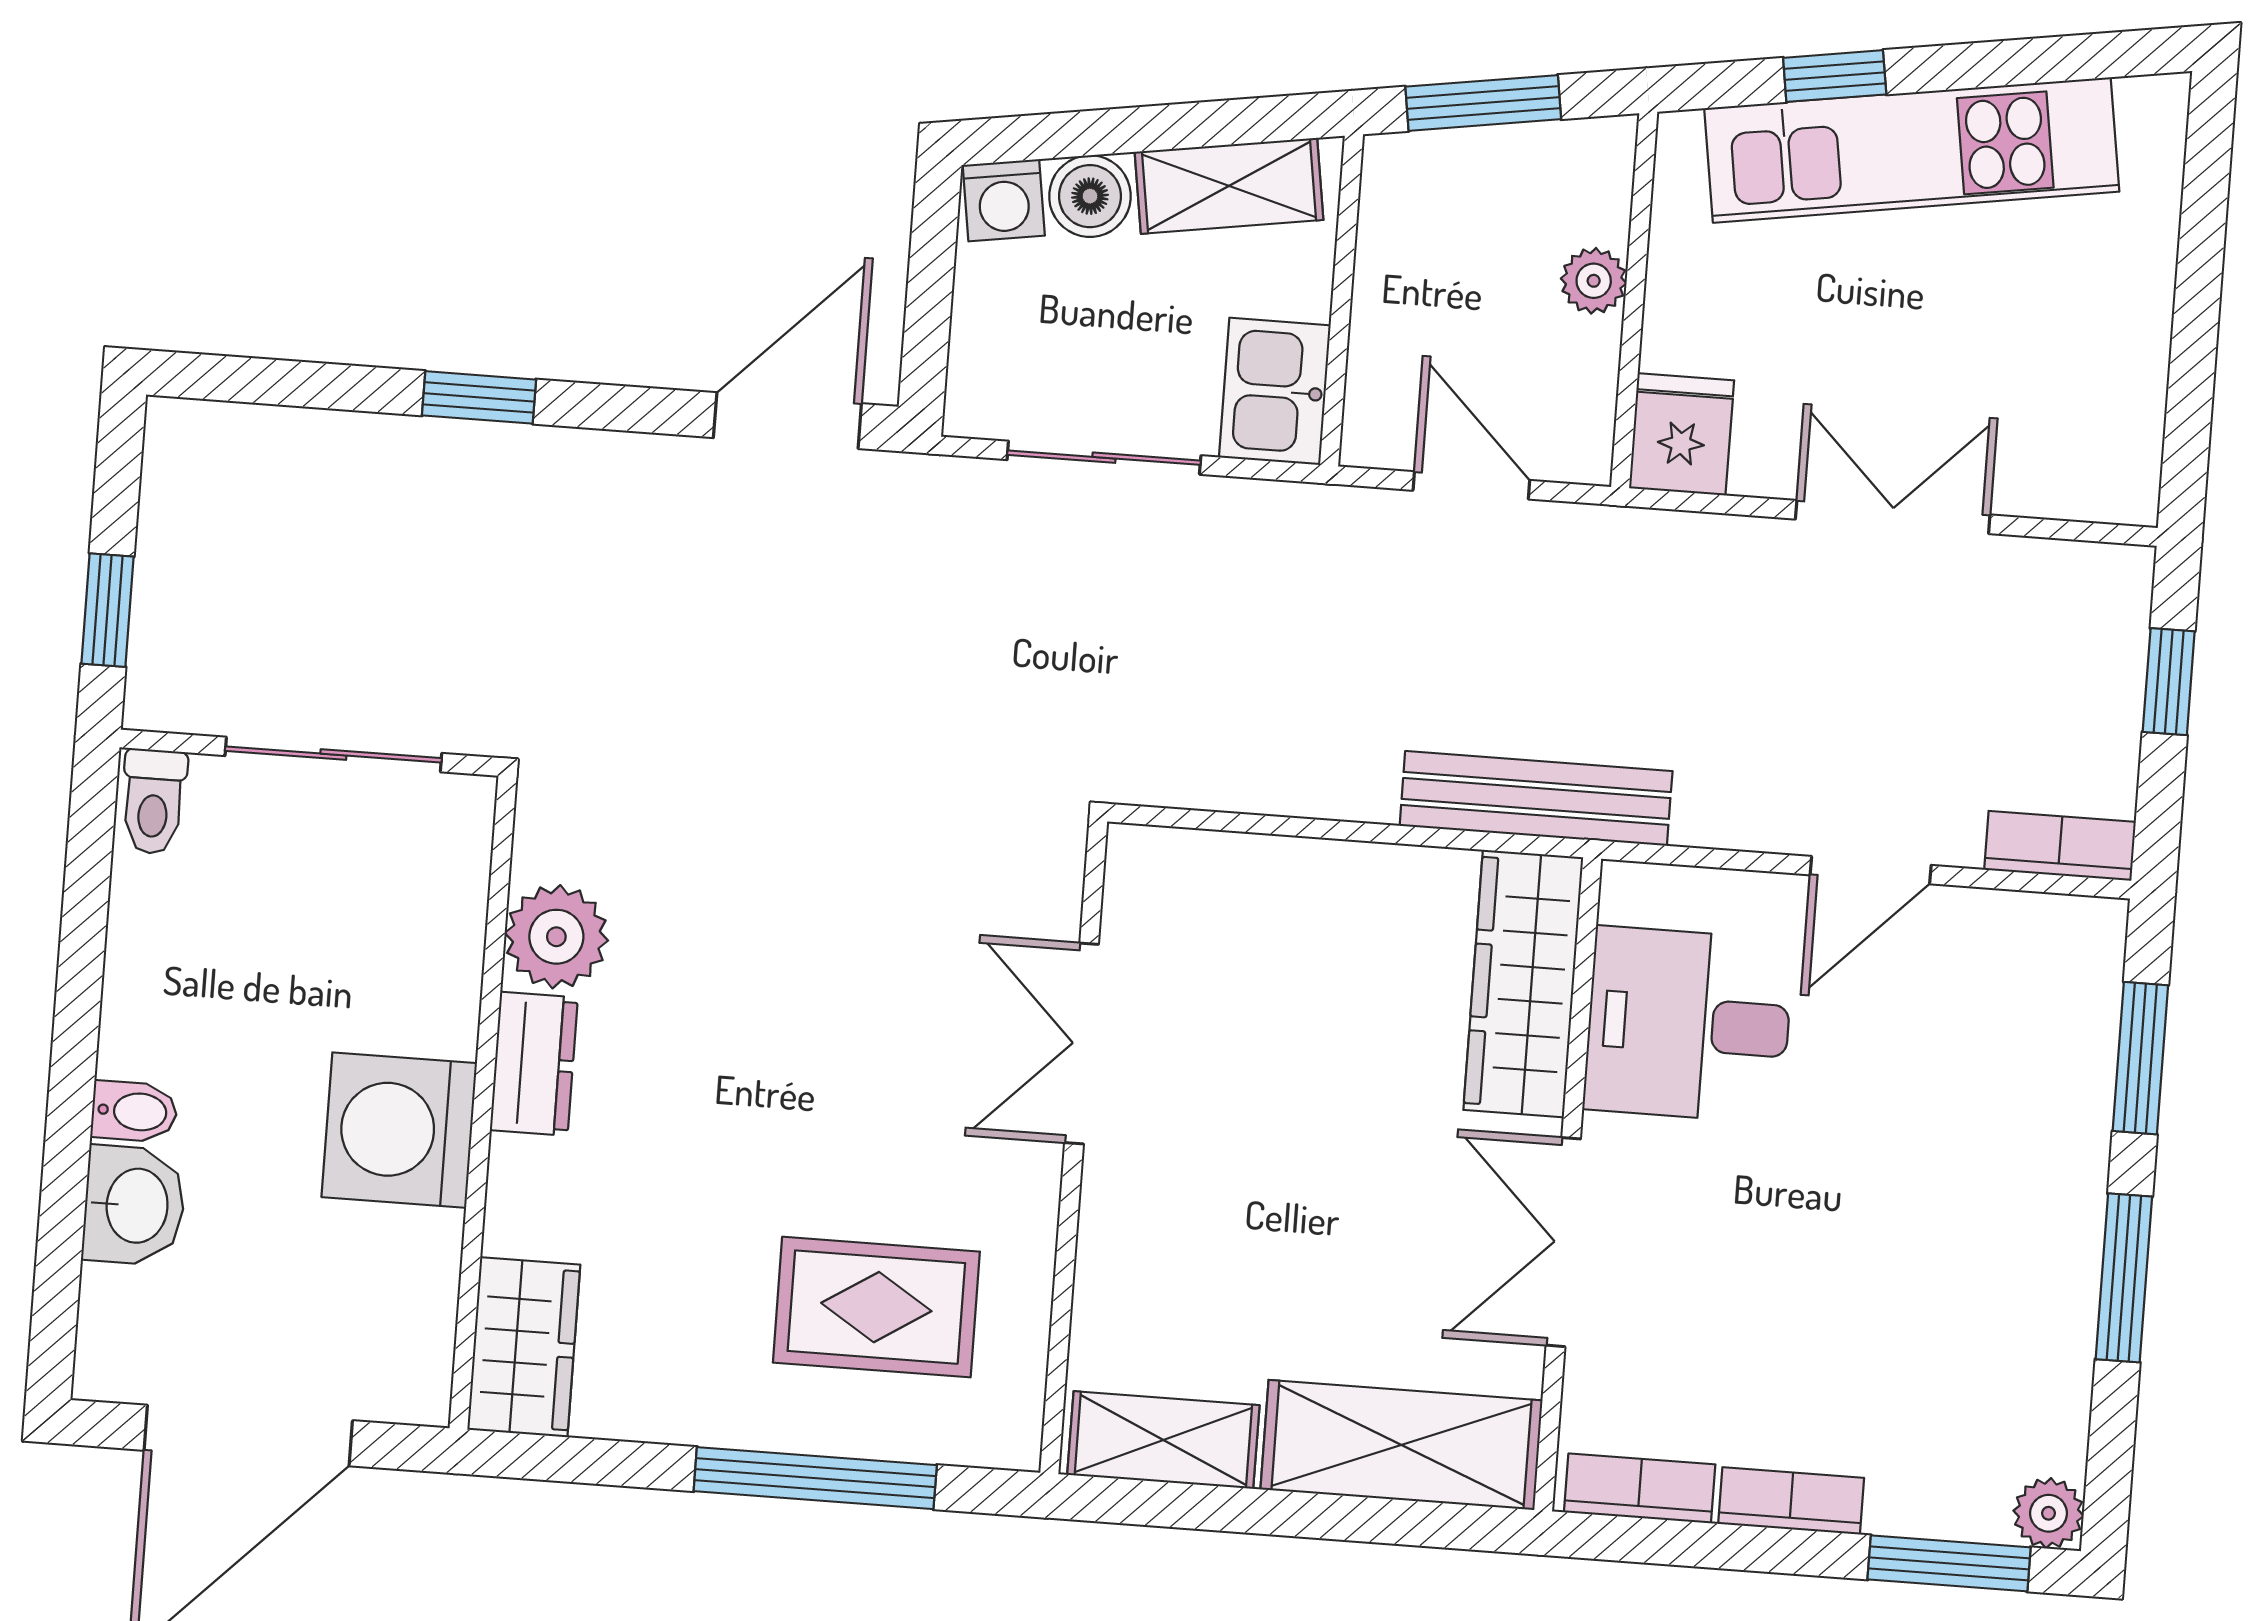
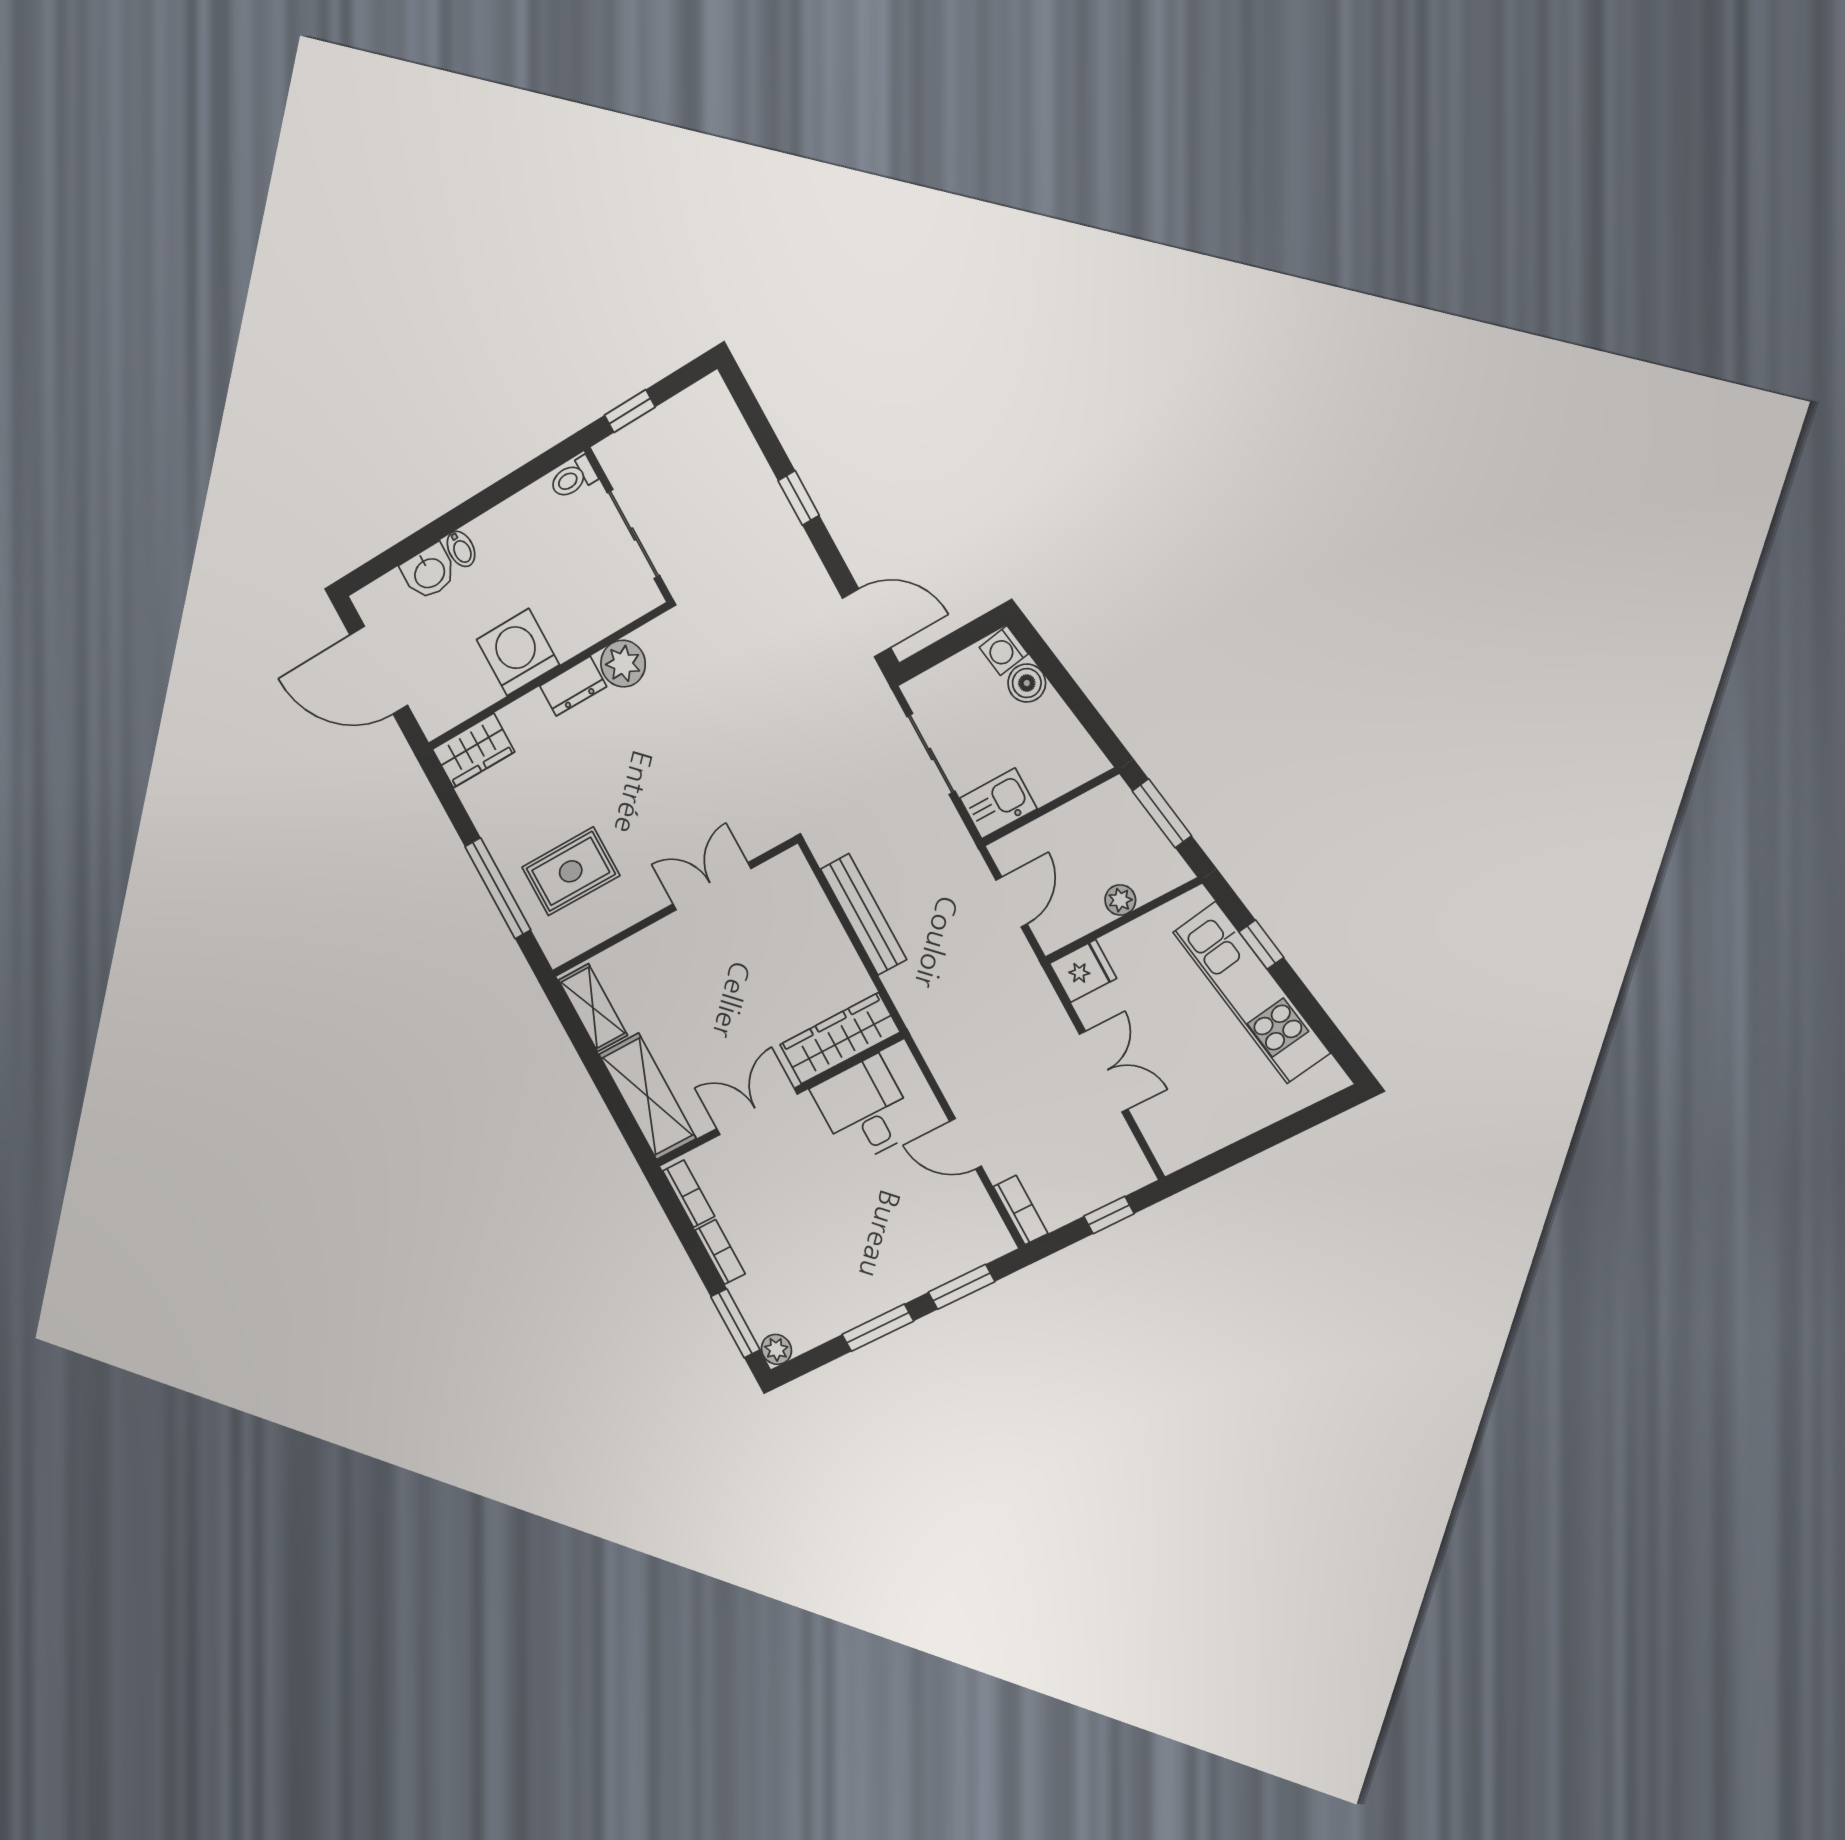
shelving: (1229, 186) -> (1066, 735), removed
bench: (1536, 798) -> (863, 914), moved
rug: (876, 1307) -> (571, 871), turned 90

